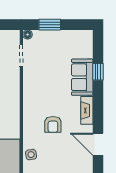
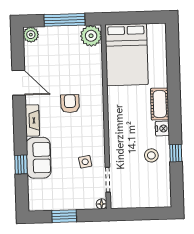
window: (50, 25) -> (64, 216), moved
side table: (31, 155) -> (85, 162), moved

